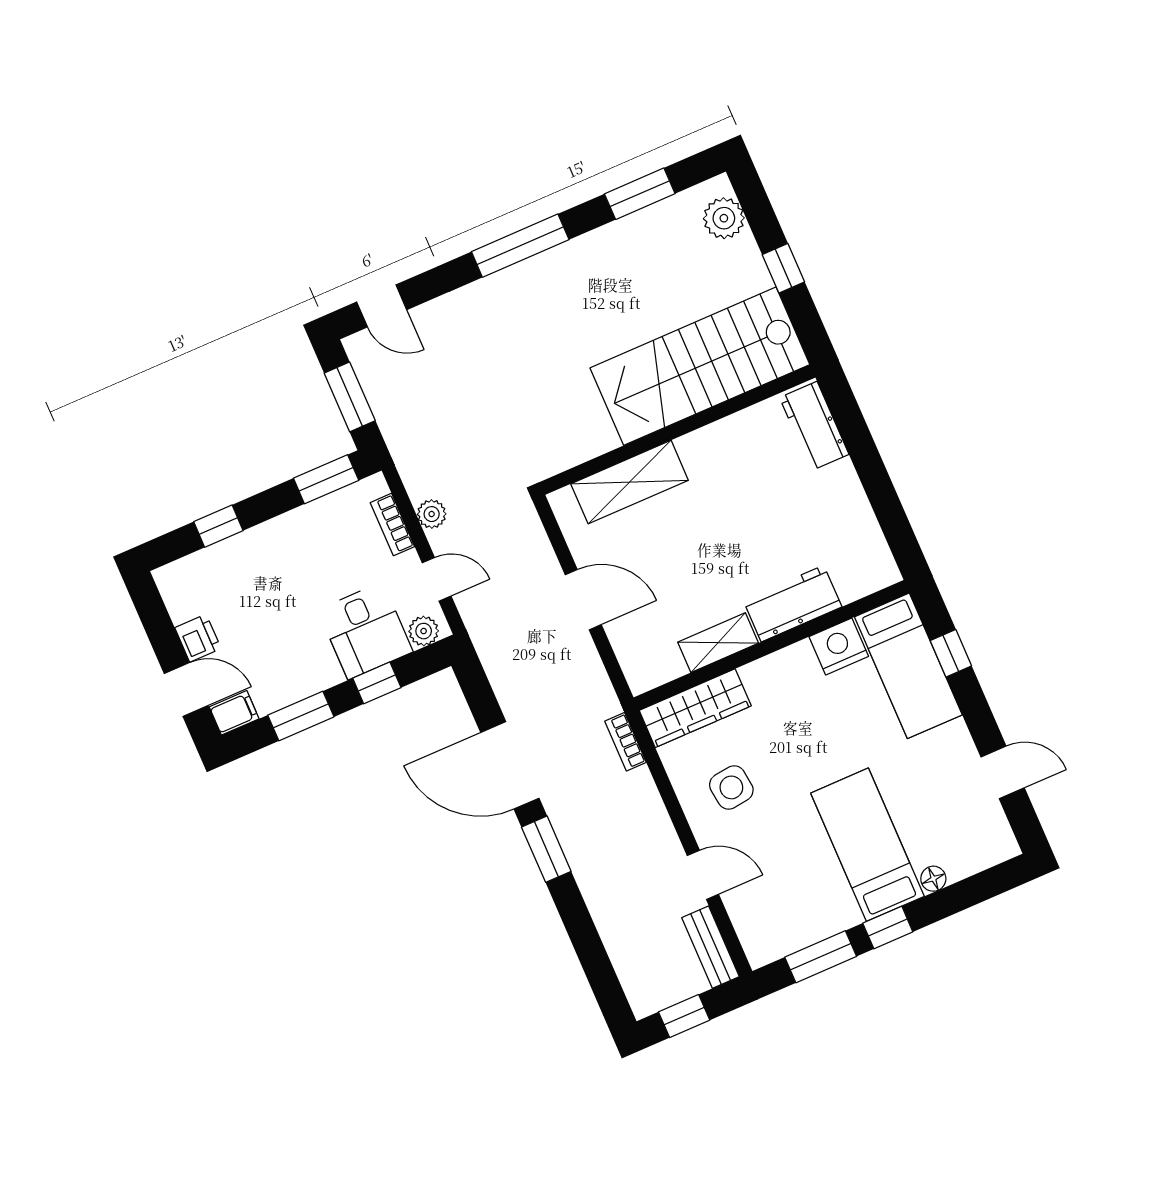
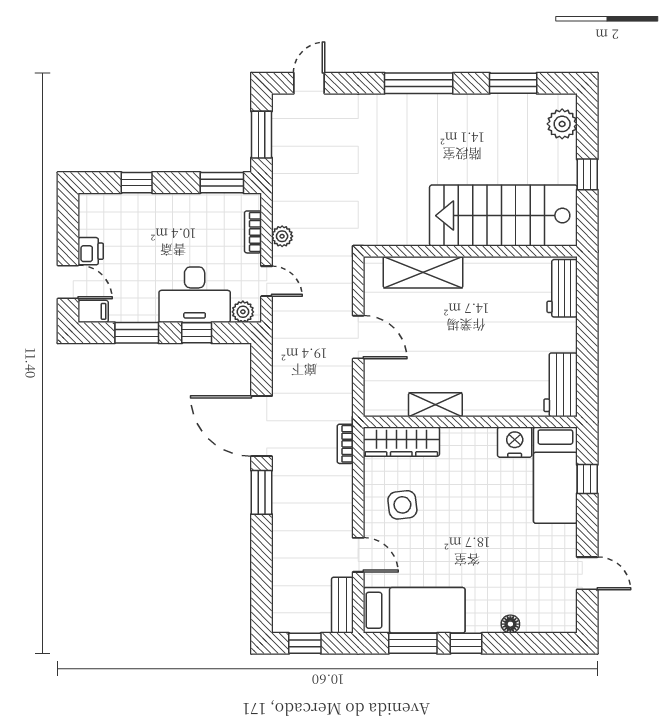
door: (382, 306) -> (309, 83), swing flipped
workbench: (792, 604) -> (561, 385), moved, turned -90
desk: (365, 631) -> (195, 295), width x1.37
bed: (867, 845) -> (414, 610), moved, turned 90

